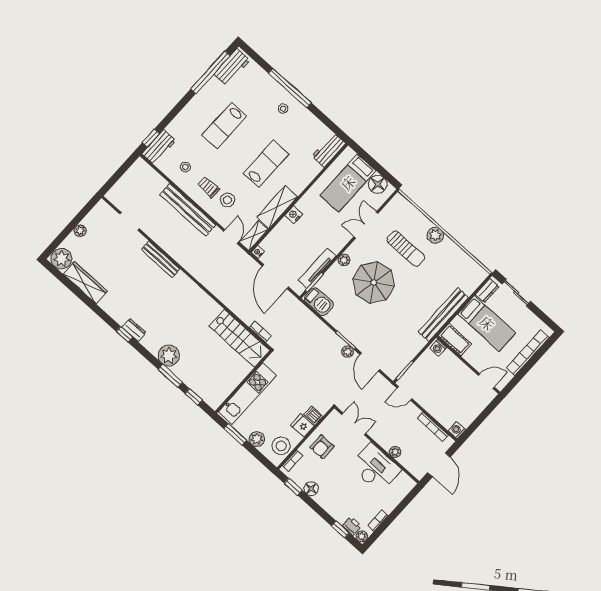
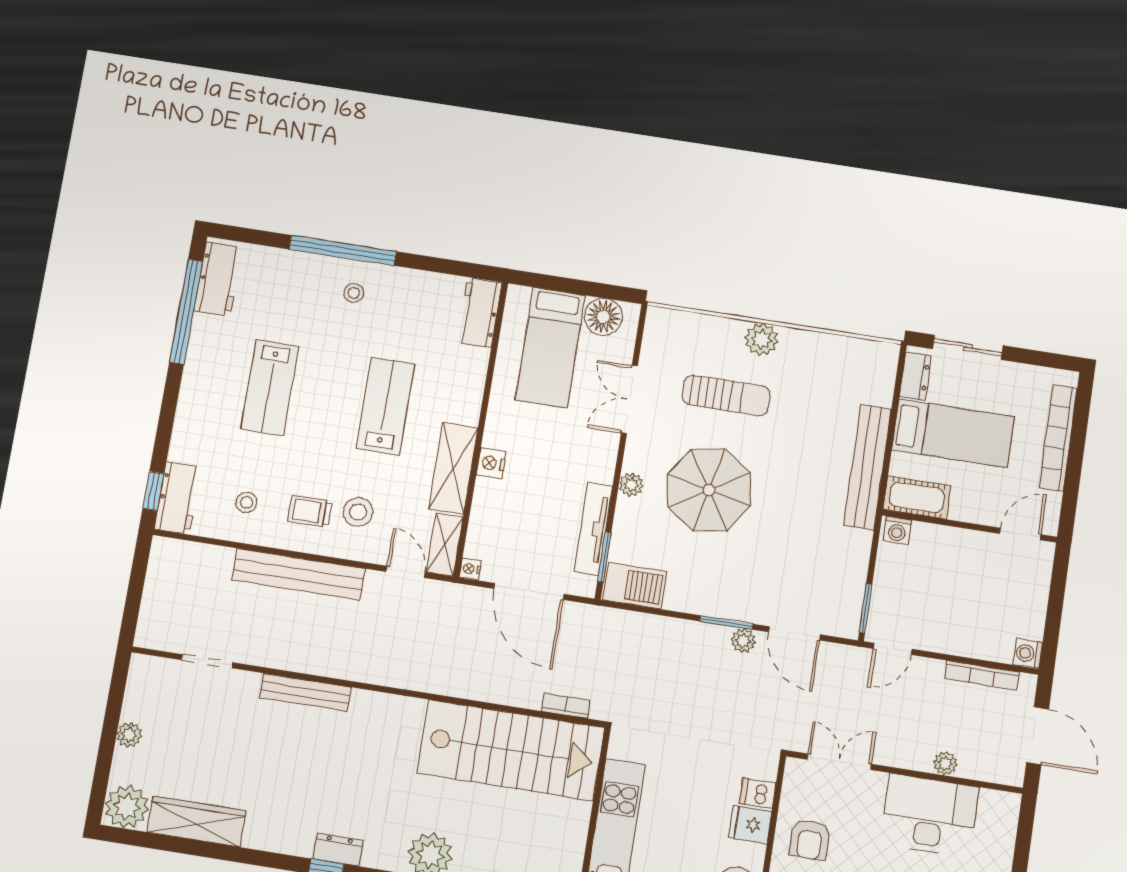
stairs: (239, 338) -> (511, 750), width x1.36, depth x1.51

